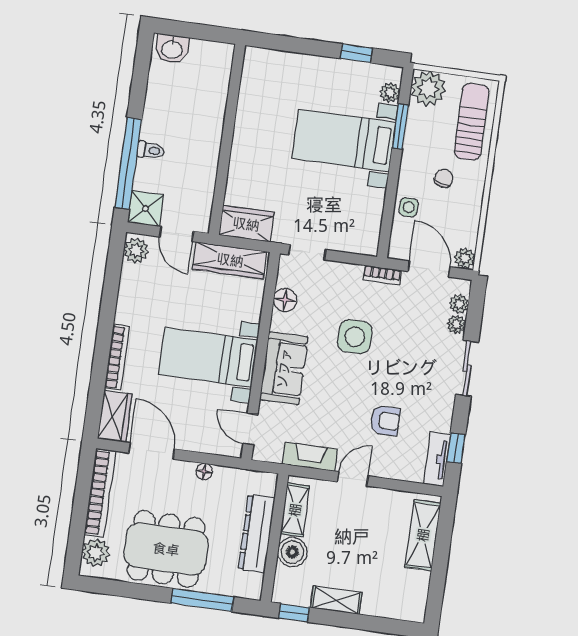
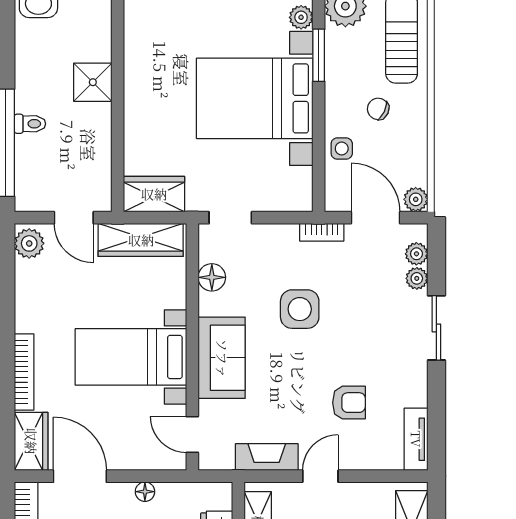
bed with nightstands: (344, 140) -> (255, 98), width x1.36
chair: (444, 178) -> (378, 109), turned -81
shower: (146, 209) -> (93, 82), moved
window: (456, 448) -> (436, 423), removed

